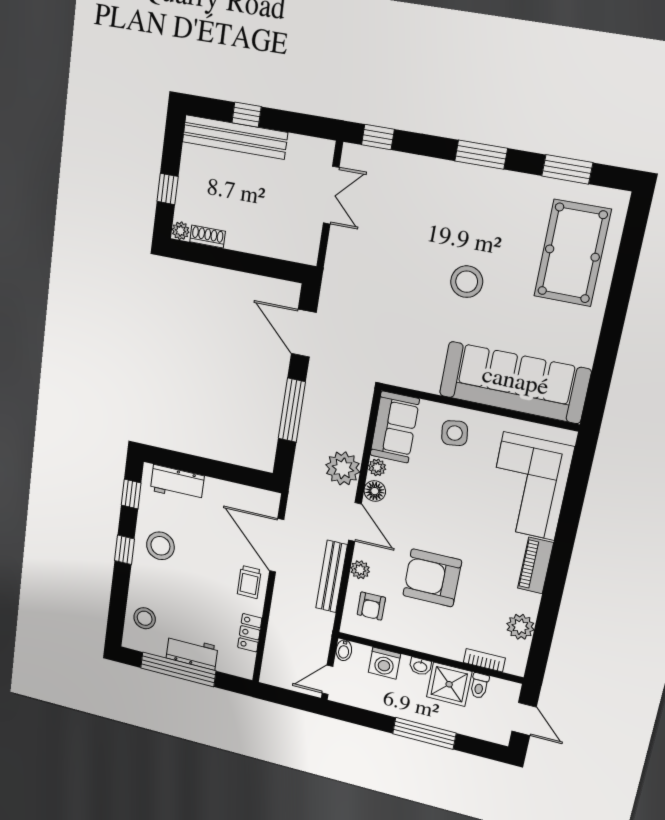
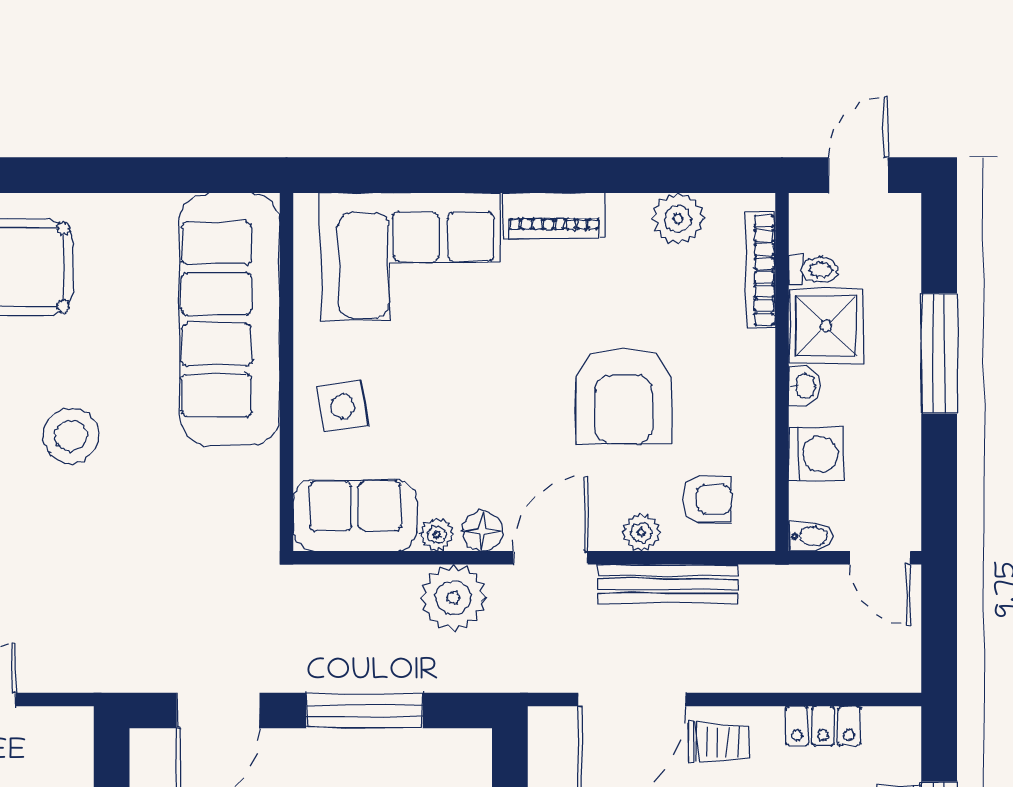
bookcase: (484, 660) -> (761, 270), width x1.56

